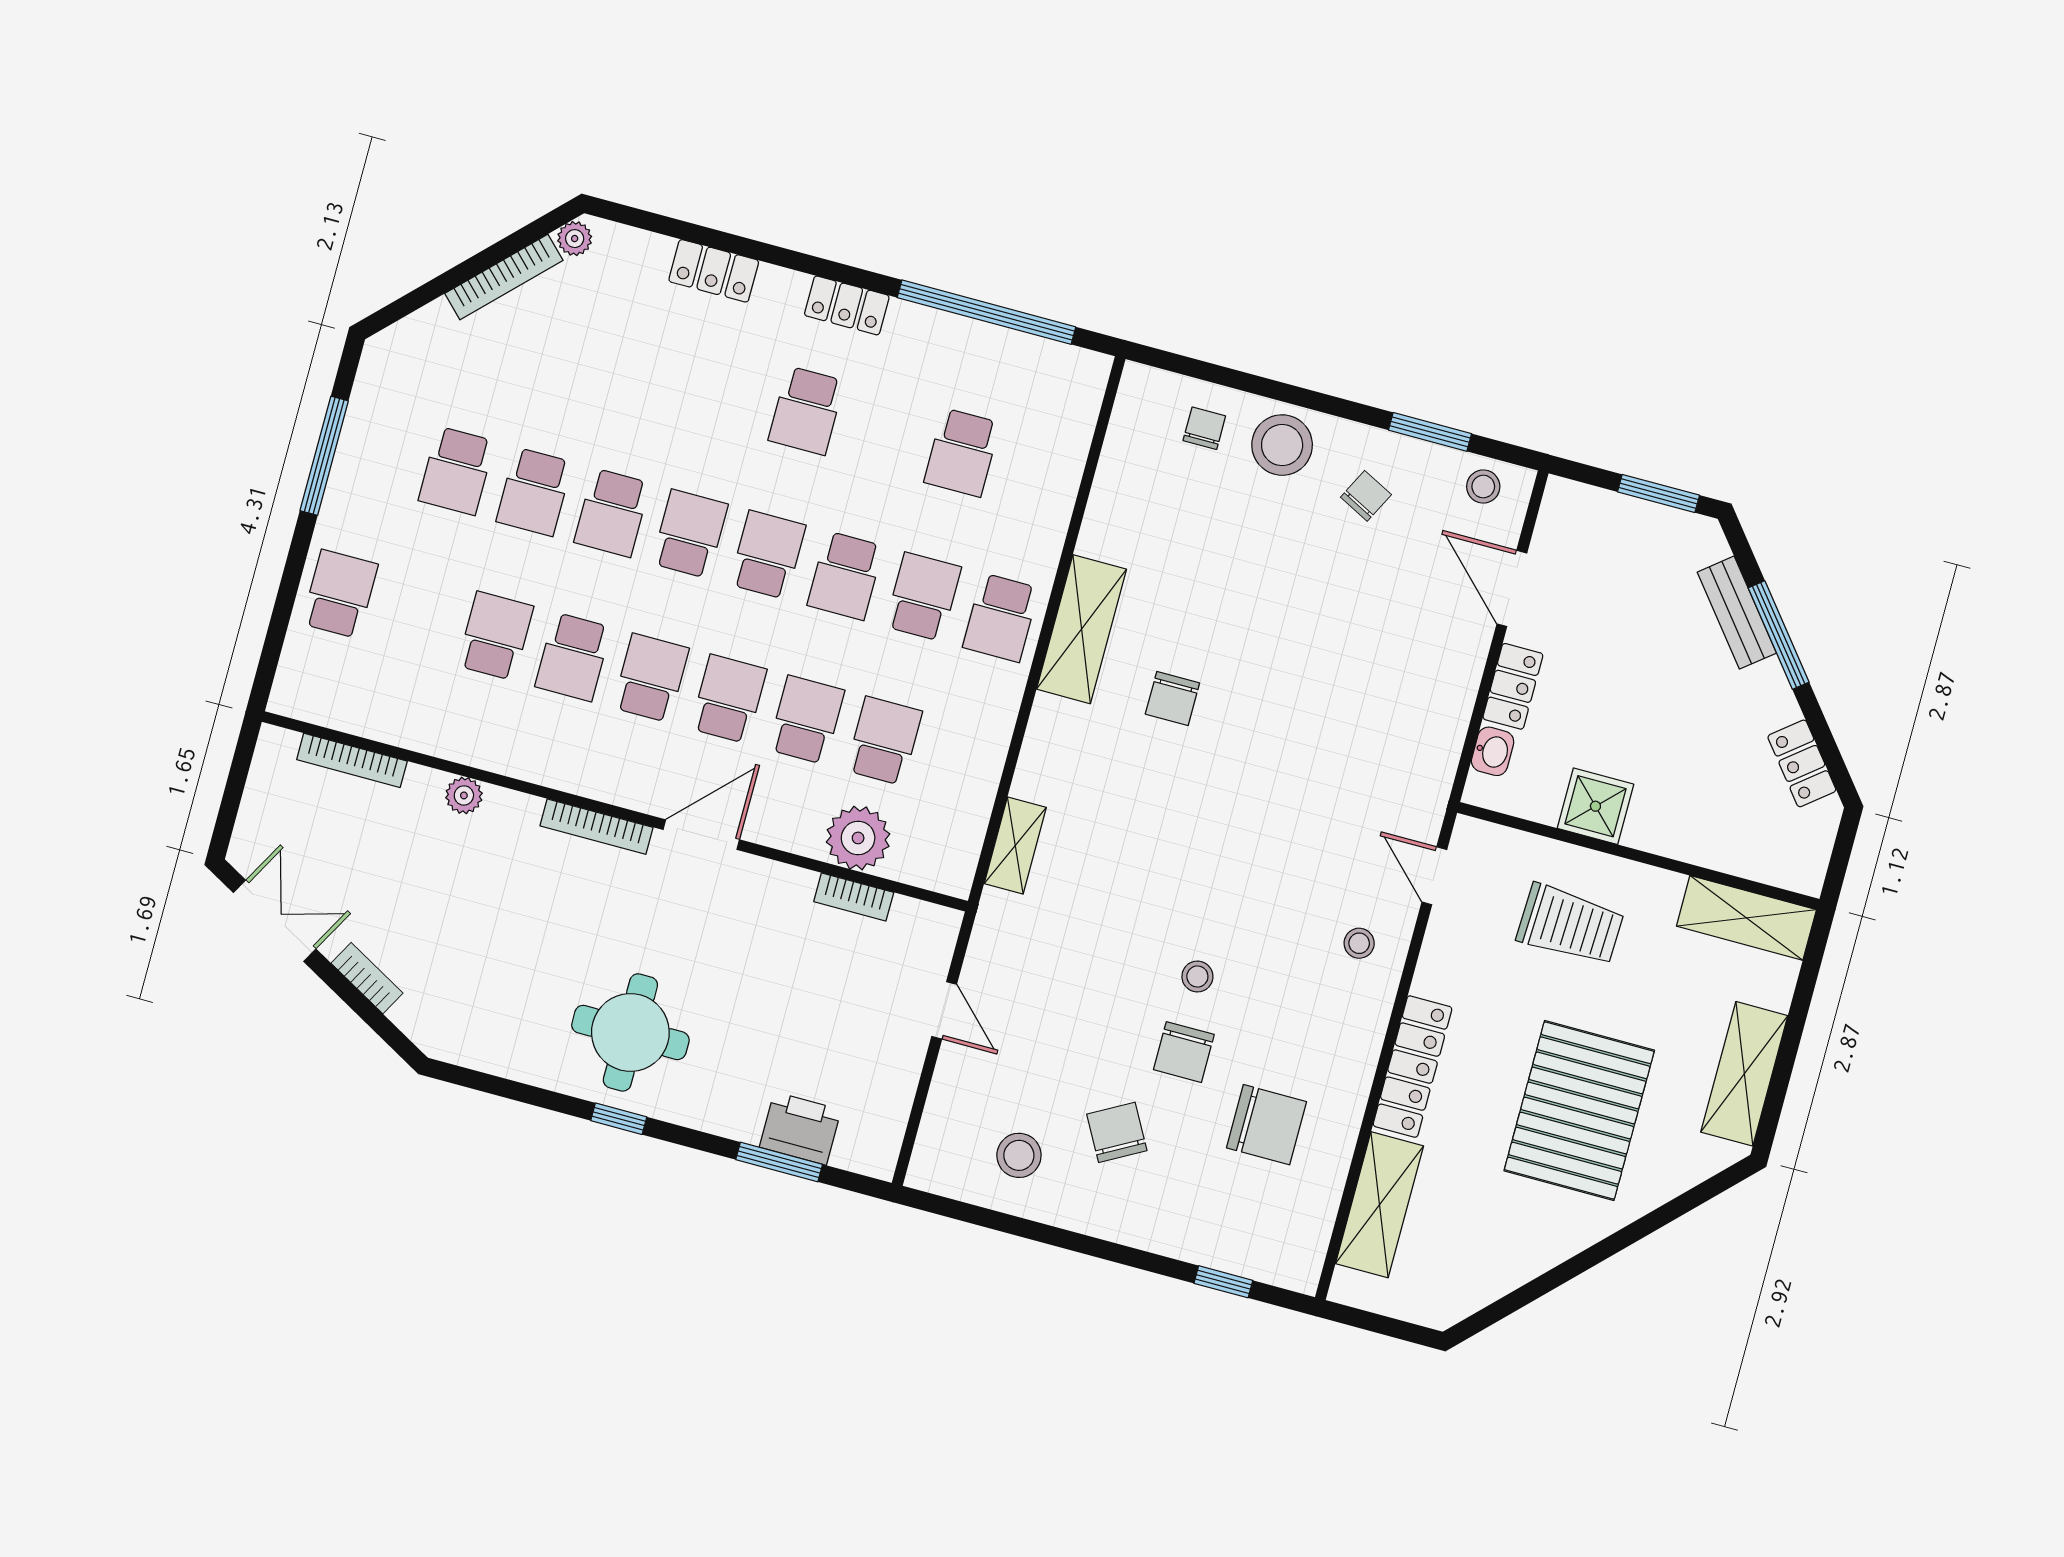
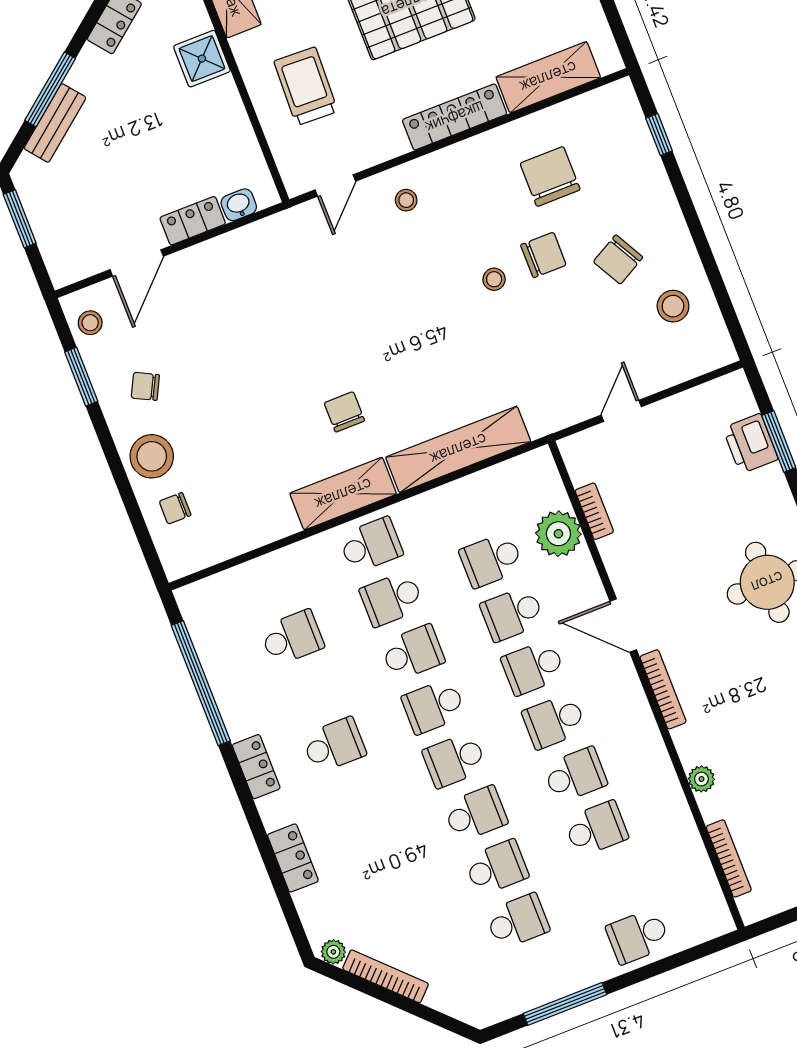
school desk: (495, 636) -> (596, 829), turned 180
chair: (1172, 698) -> (344, 412), turned -90
shower: (1595, 806) -> (202, 59), moved
shelving: (1015, 846) -> (458, 449), width x2.20, depth x1.33

